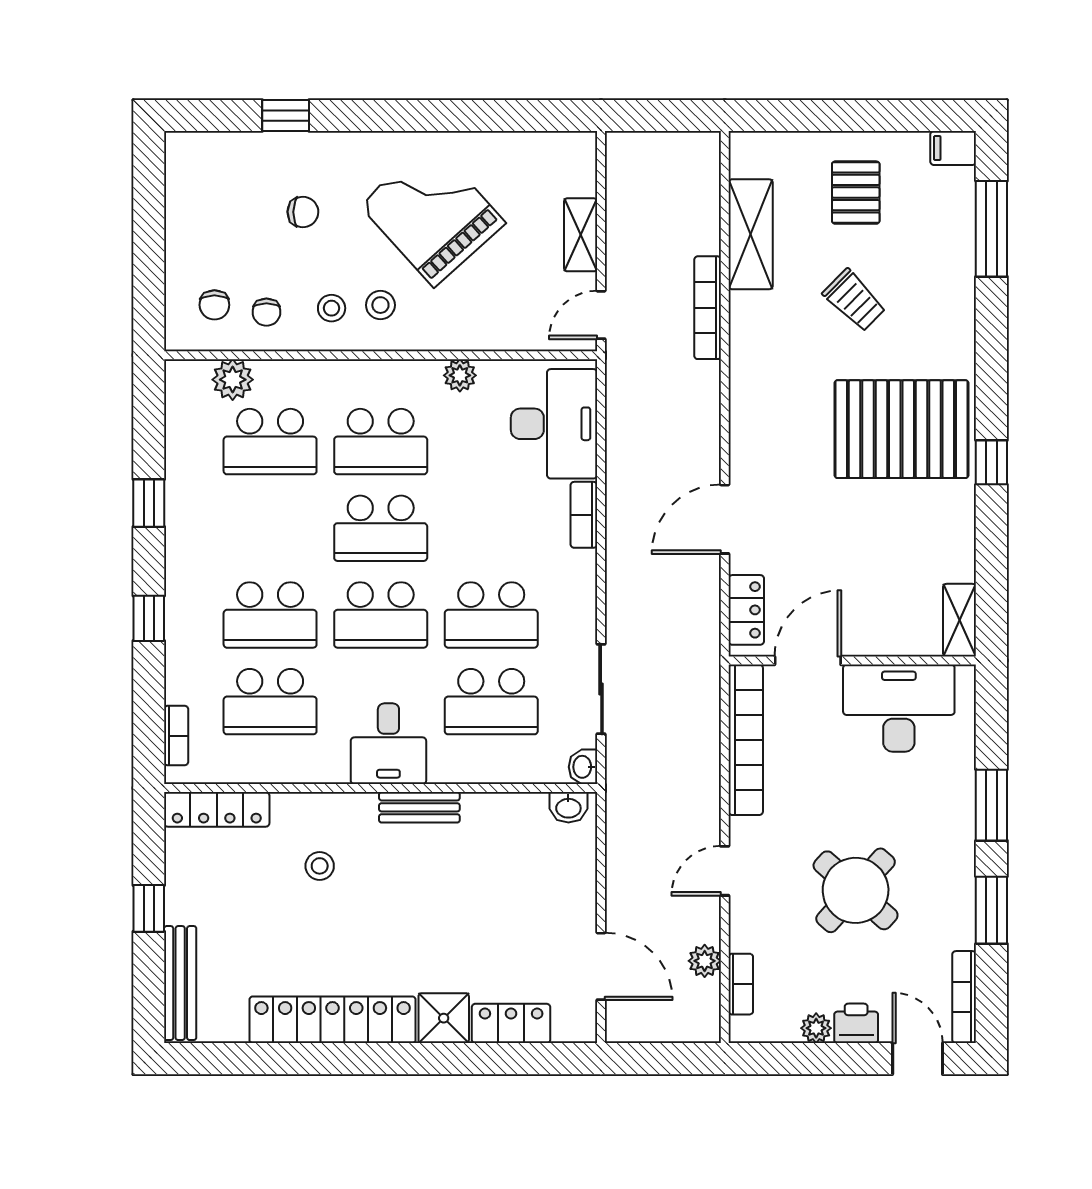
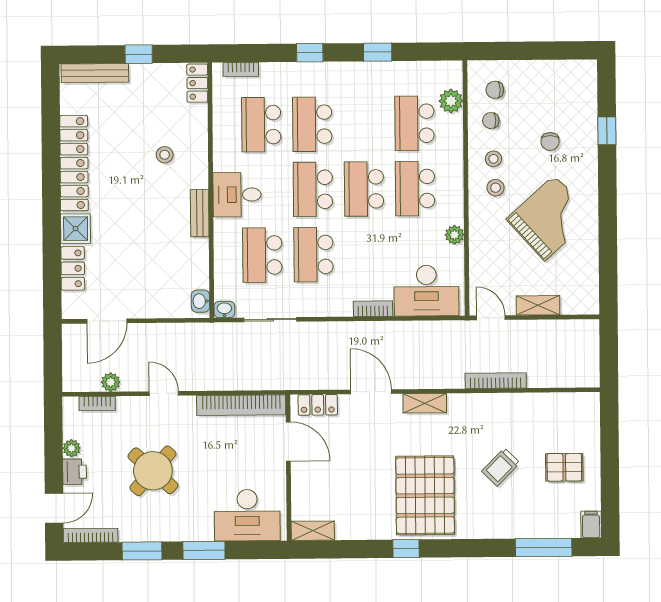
shelving: (751, 234) -> (425, 403), moved, width x0.67, depth x0.75
desk: (899, 708) -> (247, 515), moved, turned 90
locker: (217, 809) -> (197, 83), width x0.66

